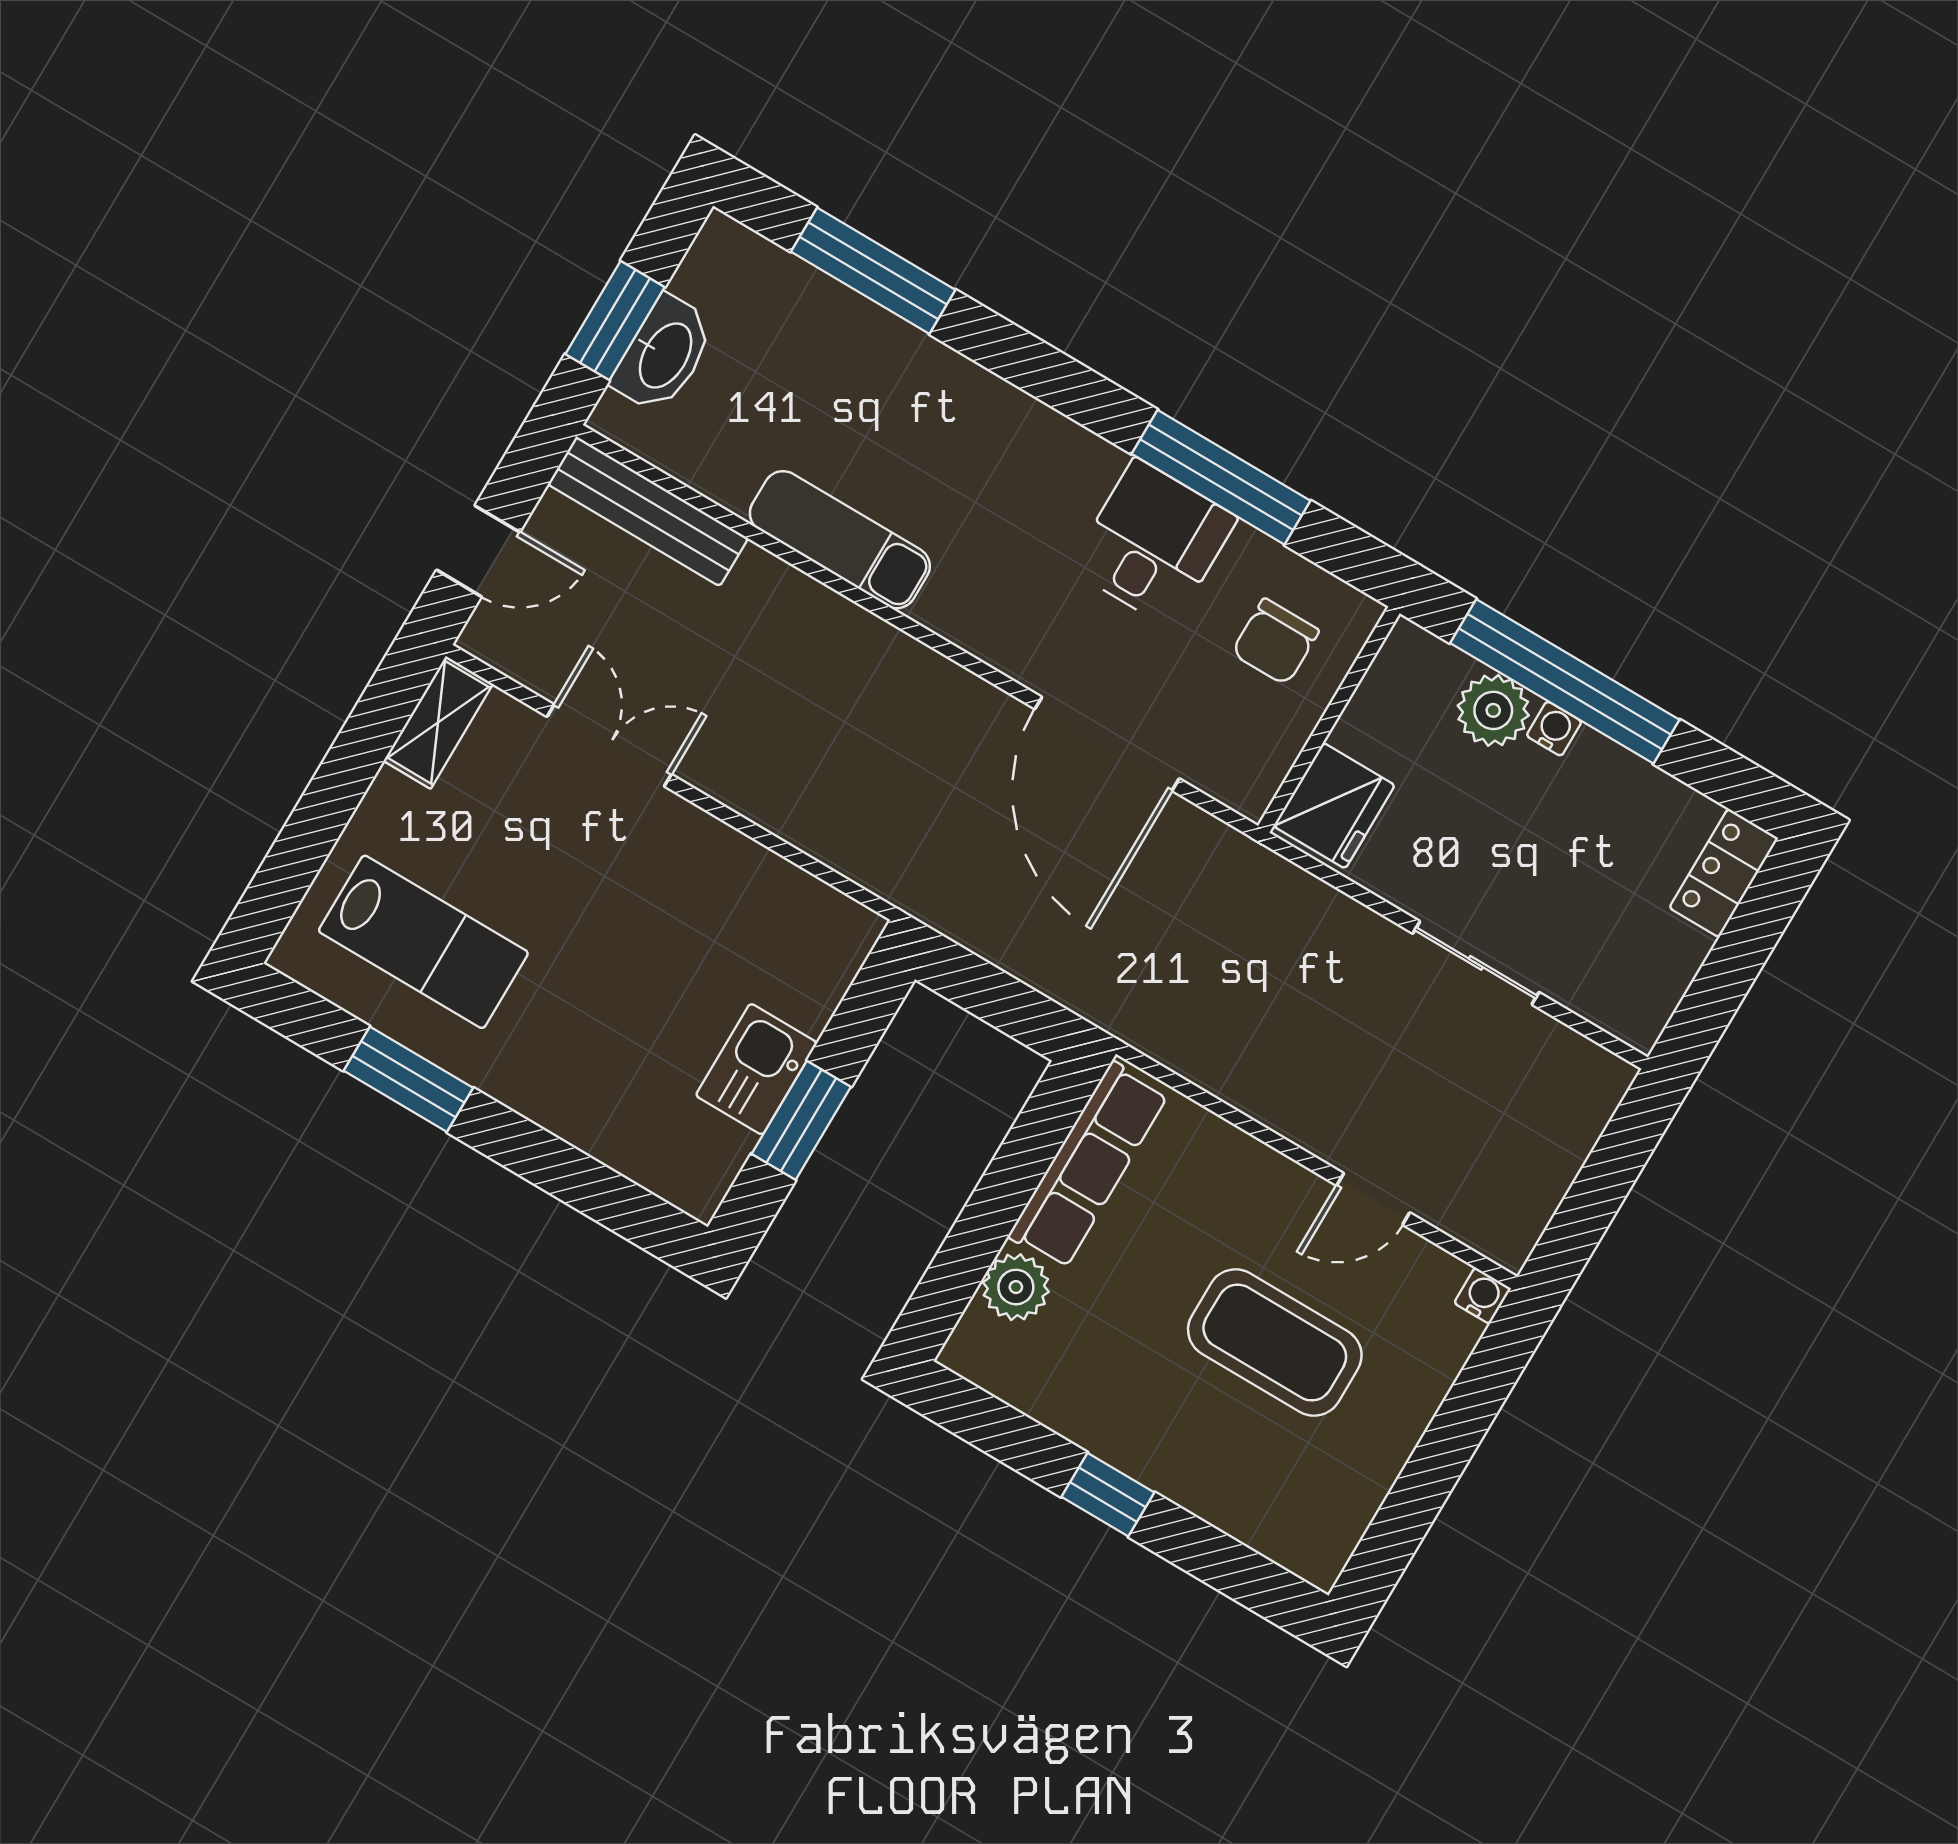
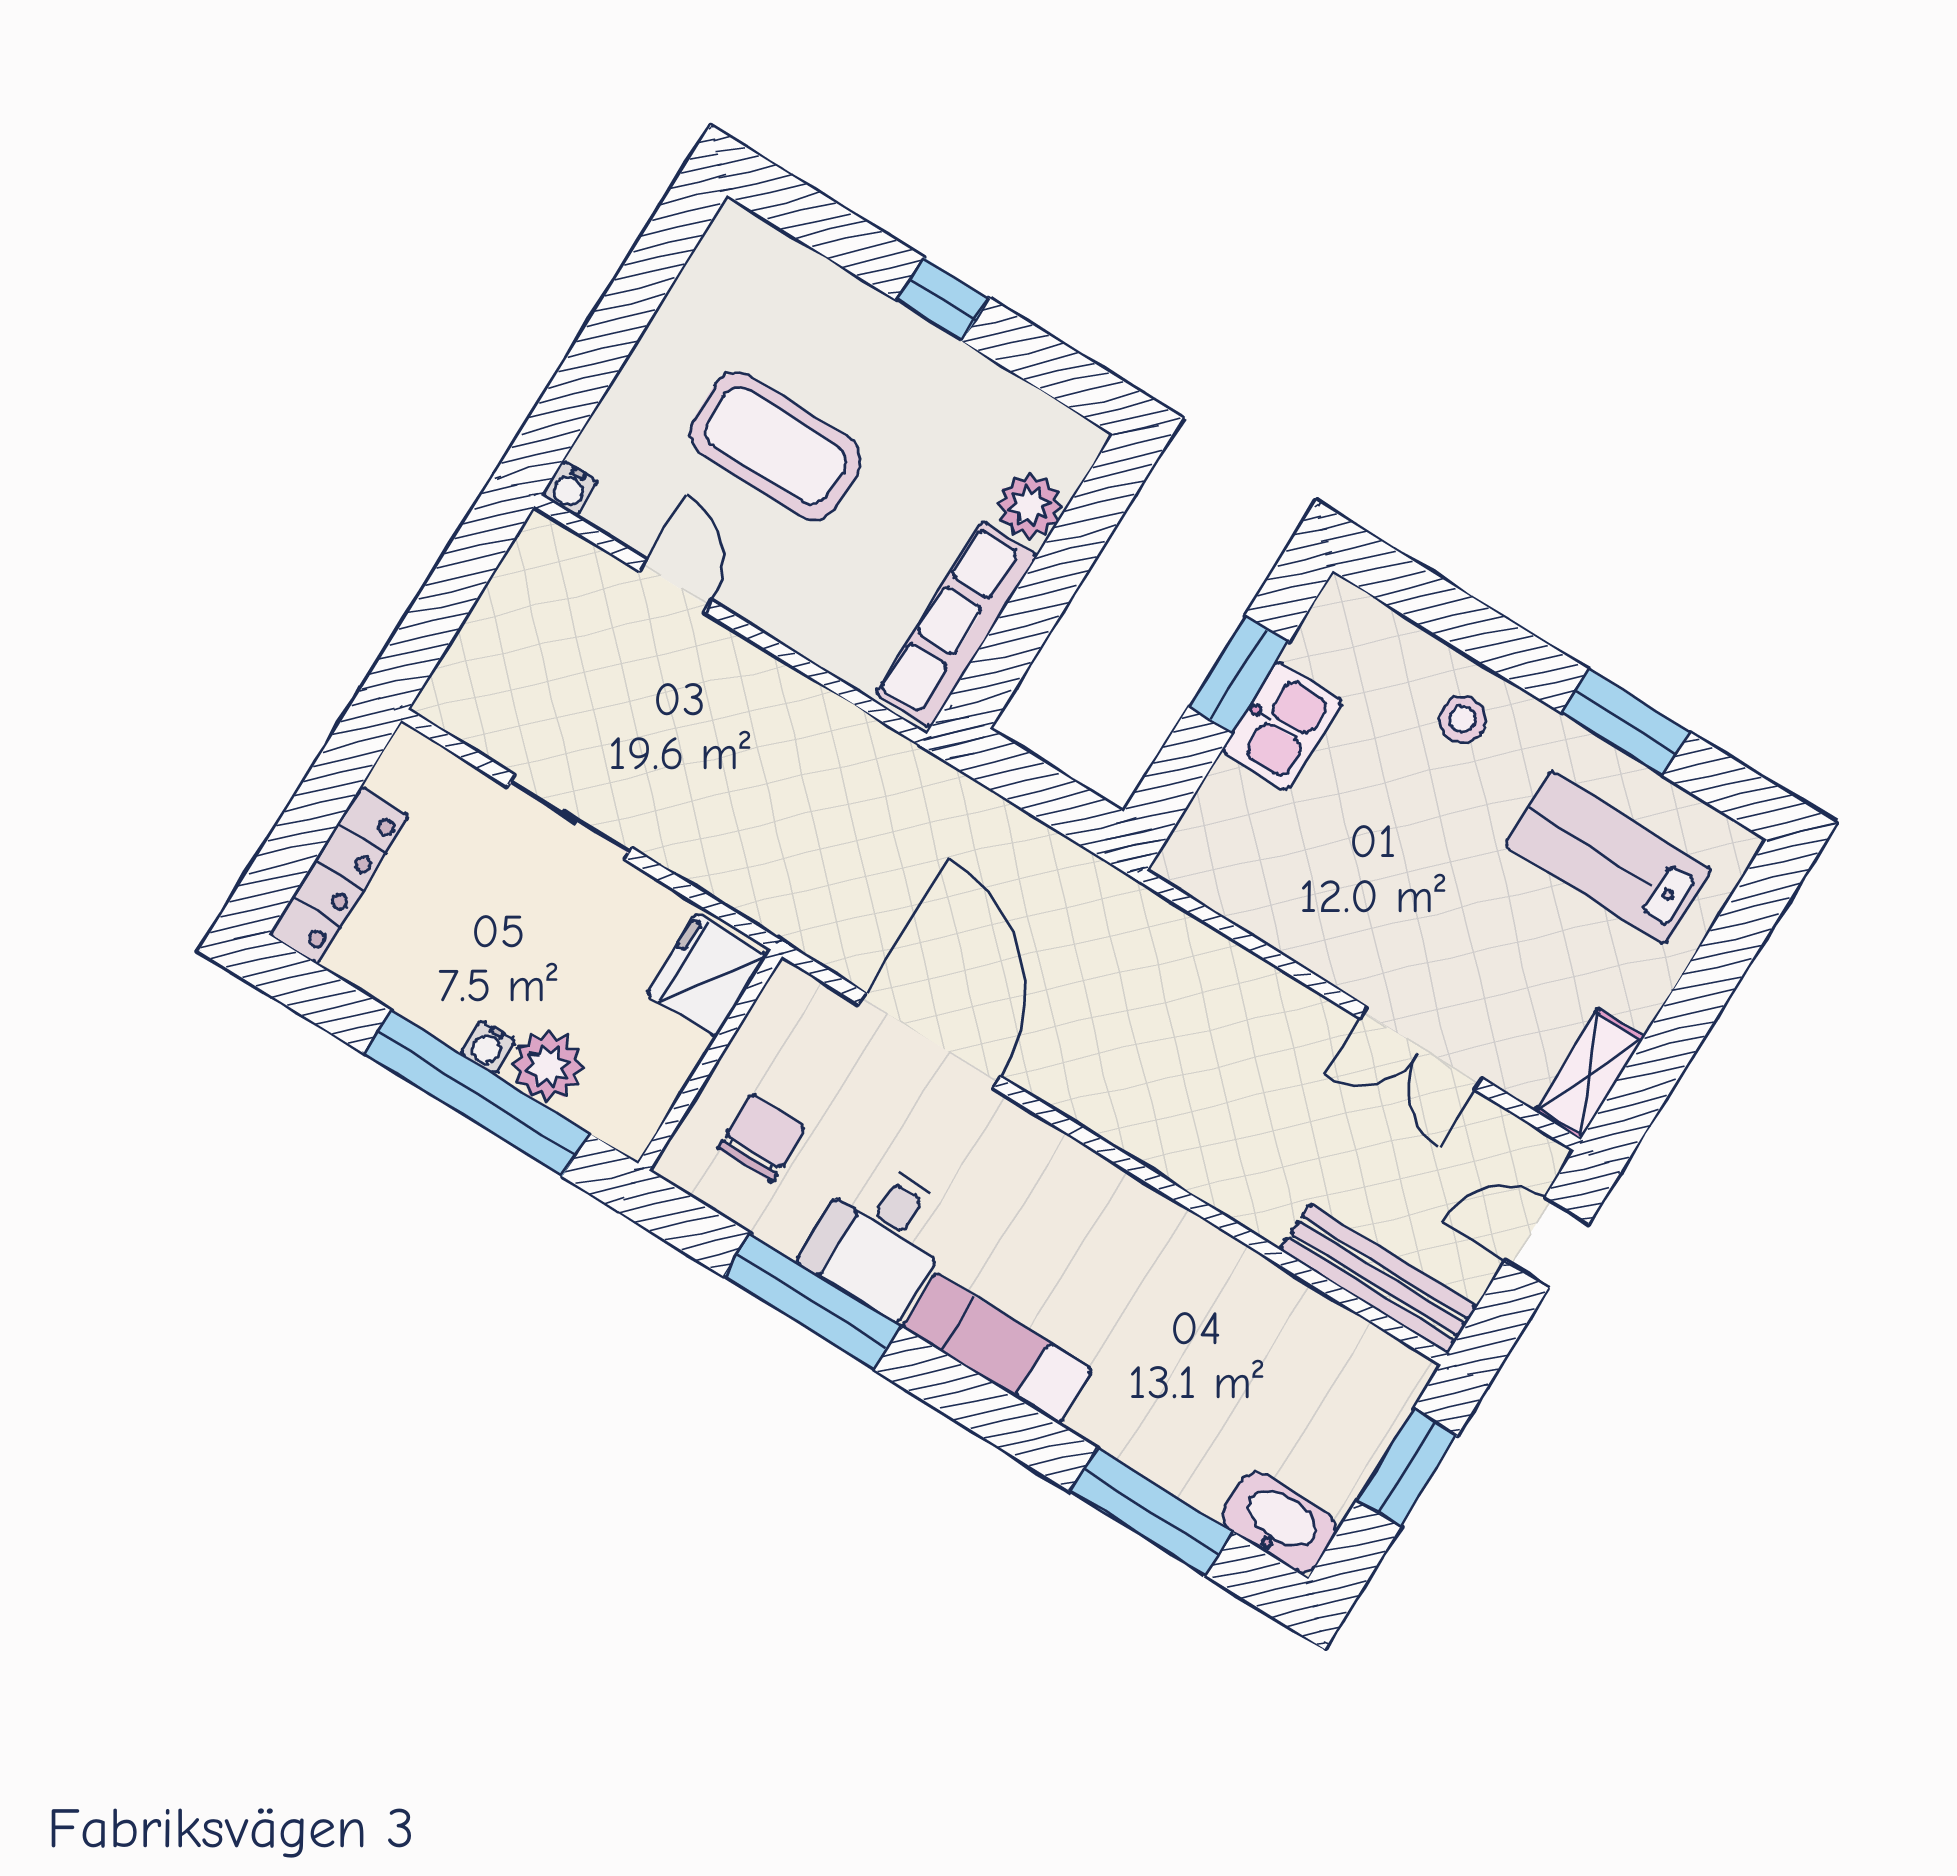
washbasin: (664, 354) -> (1280, 1522), moved, turned 90
exam couch: (840, 540) -> (997, 1348), moved, turned 180
locker: (1724, 873) -> (339, 875), width x1.53
stool: (574, 1079) -> (1462, 719), added
door: (1373, 1199) -> (675, 586), hinge flipped

